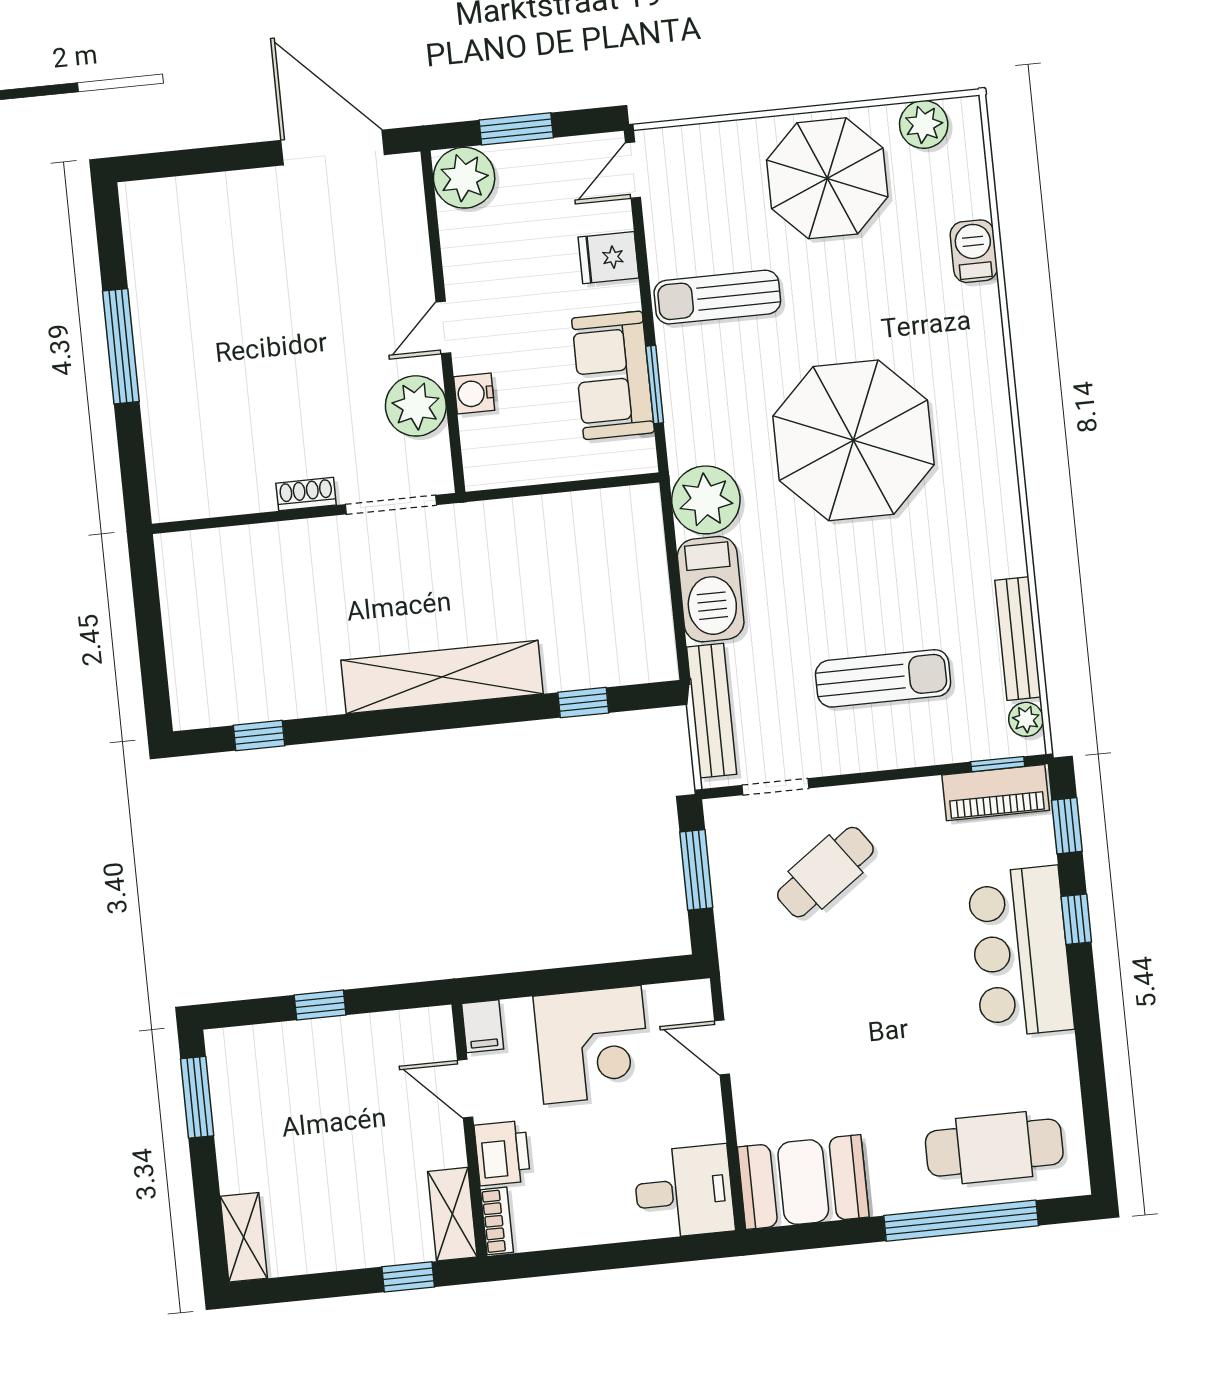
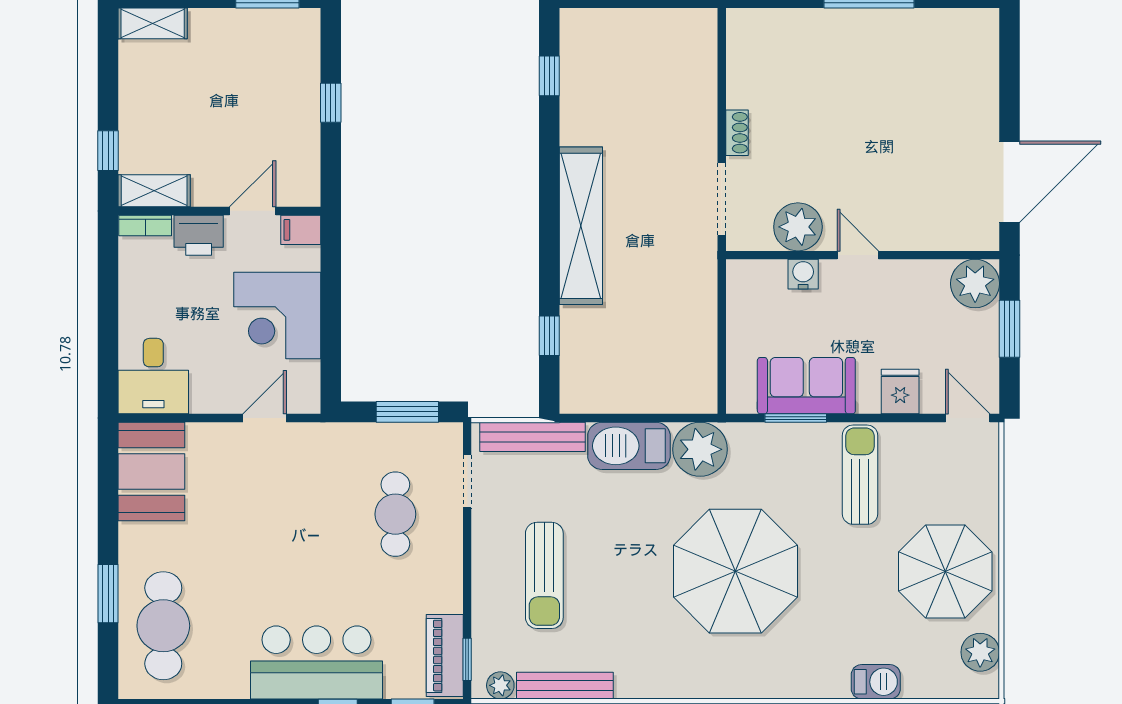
cafe table: (825, 872) -> (395, 514), turned 36
window: (961, 1221) -> (108, 594), width x0.47

